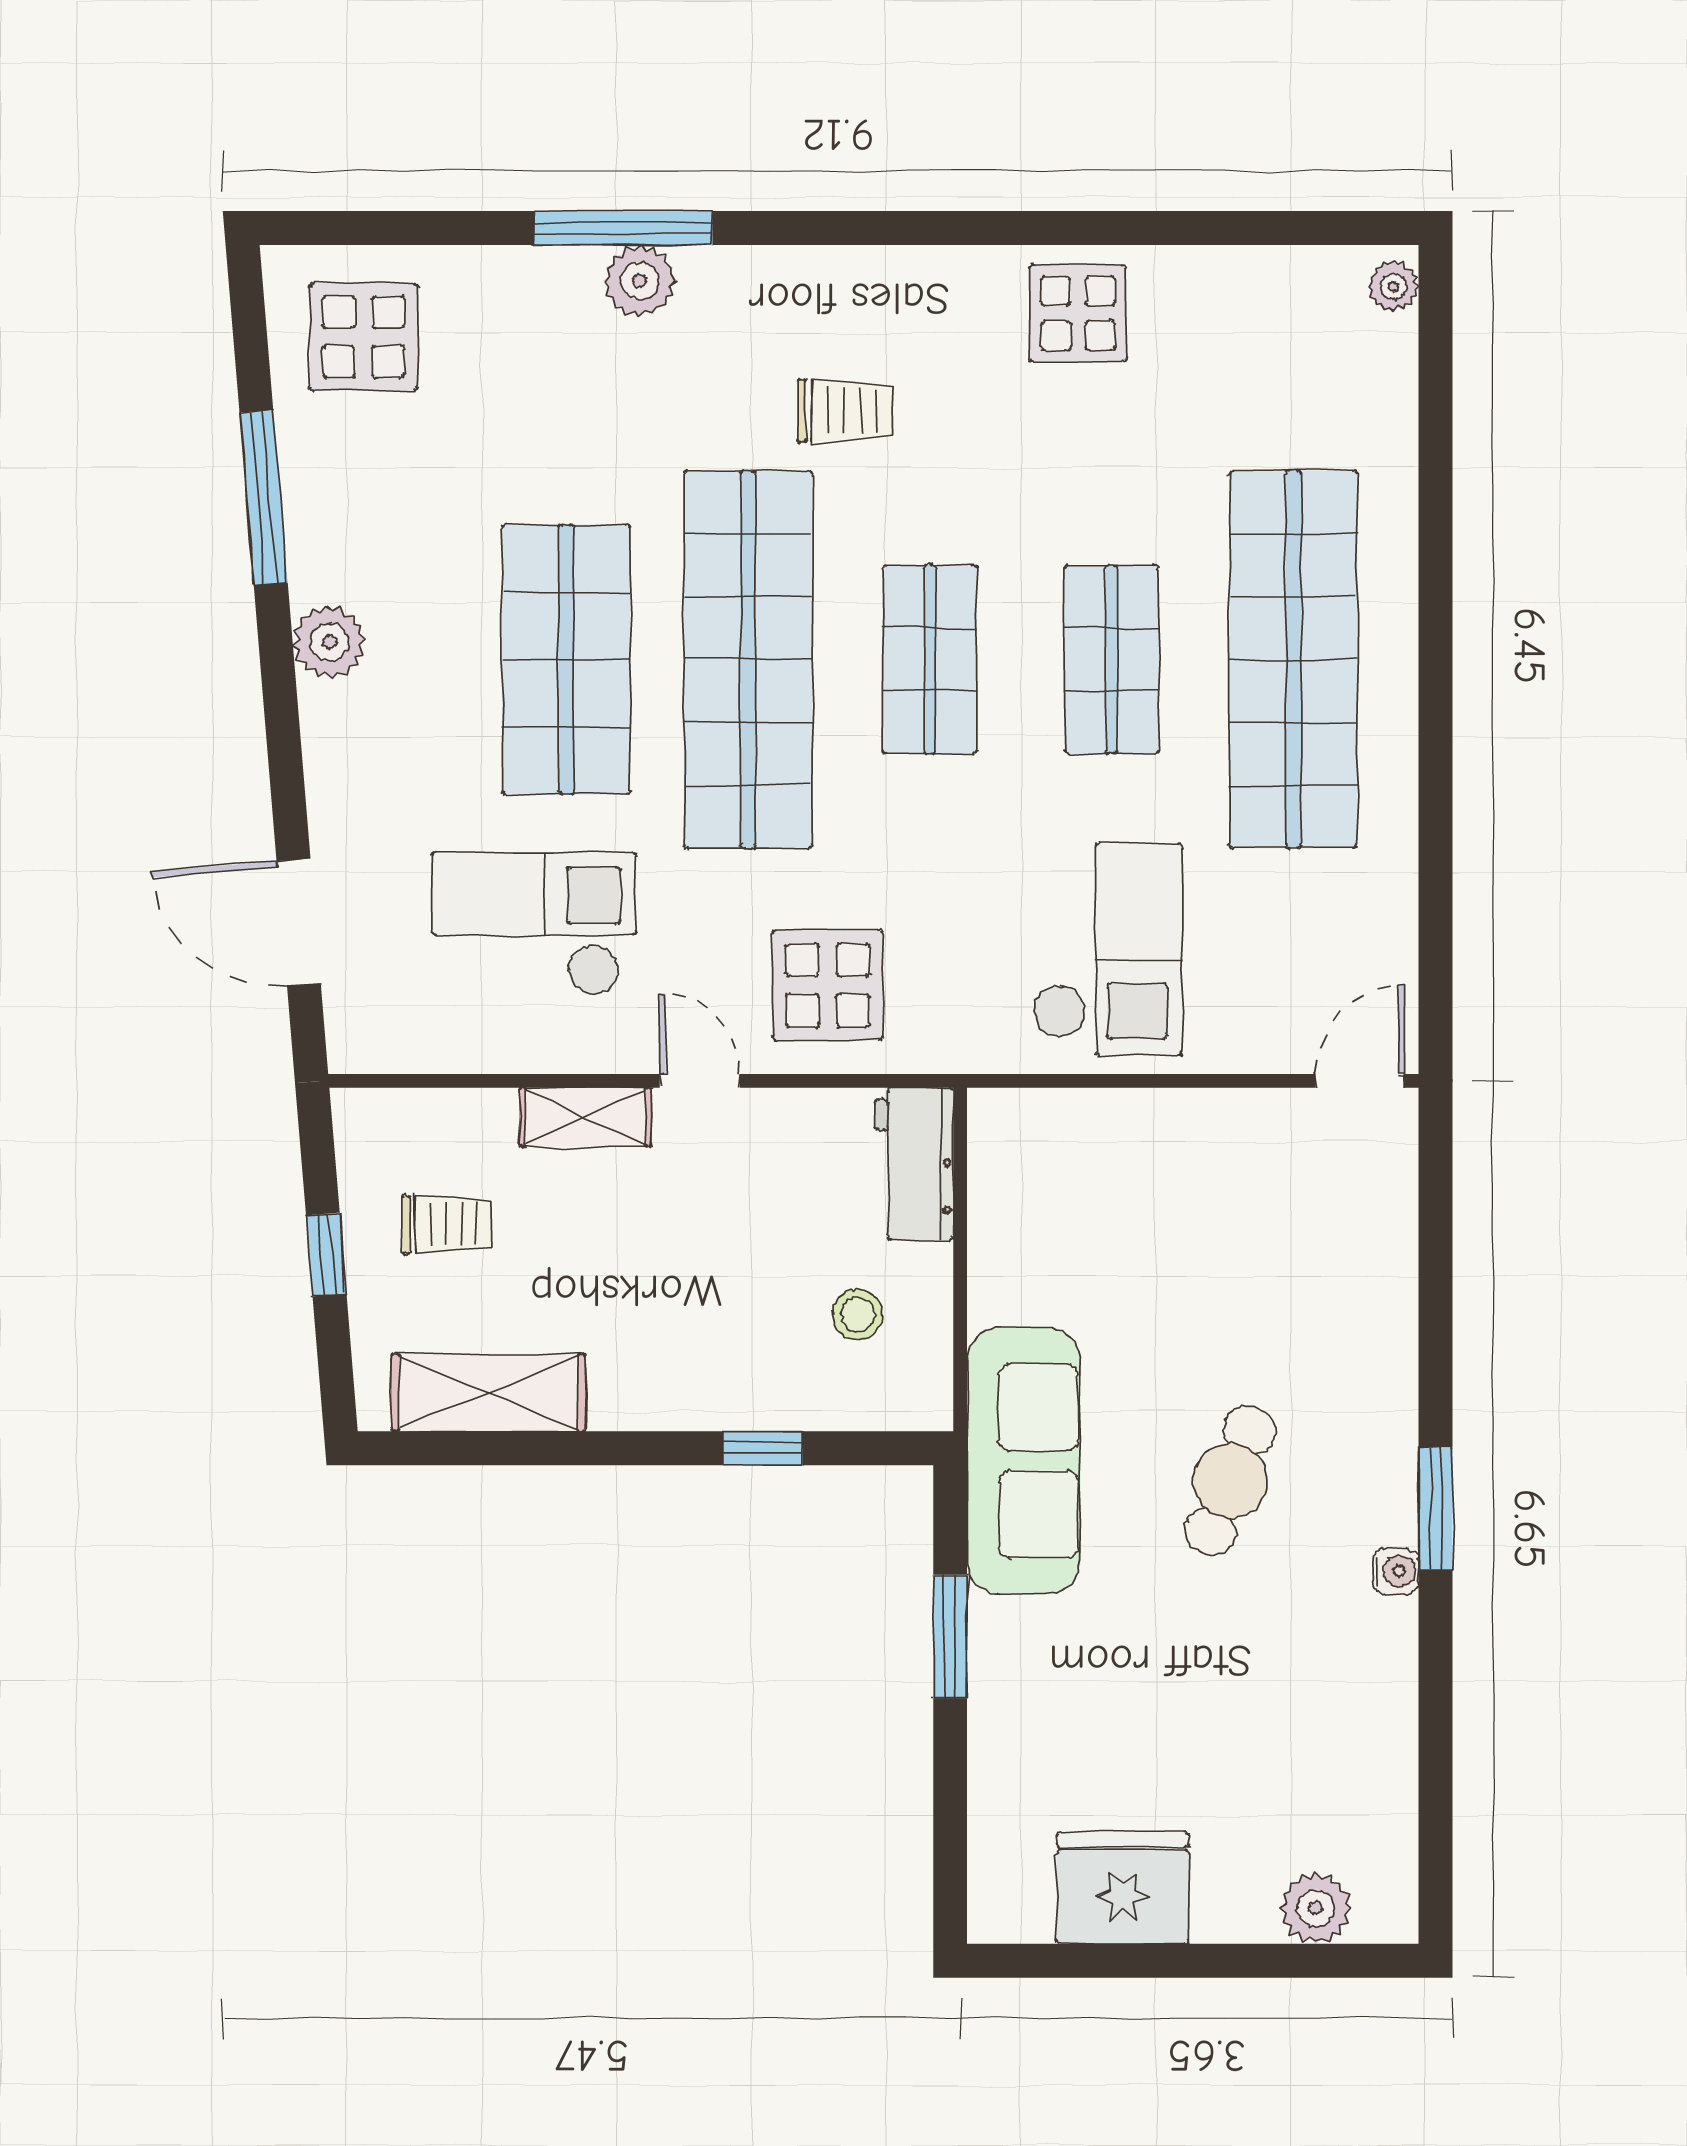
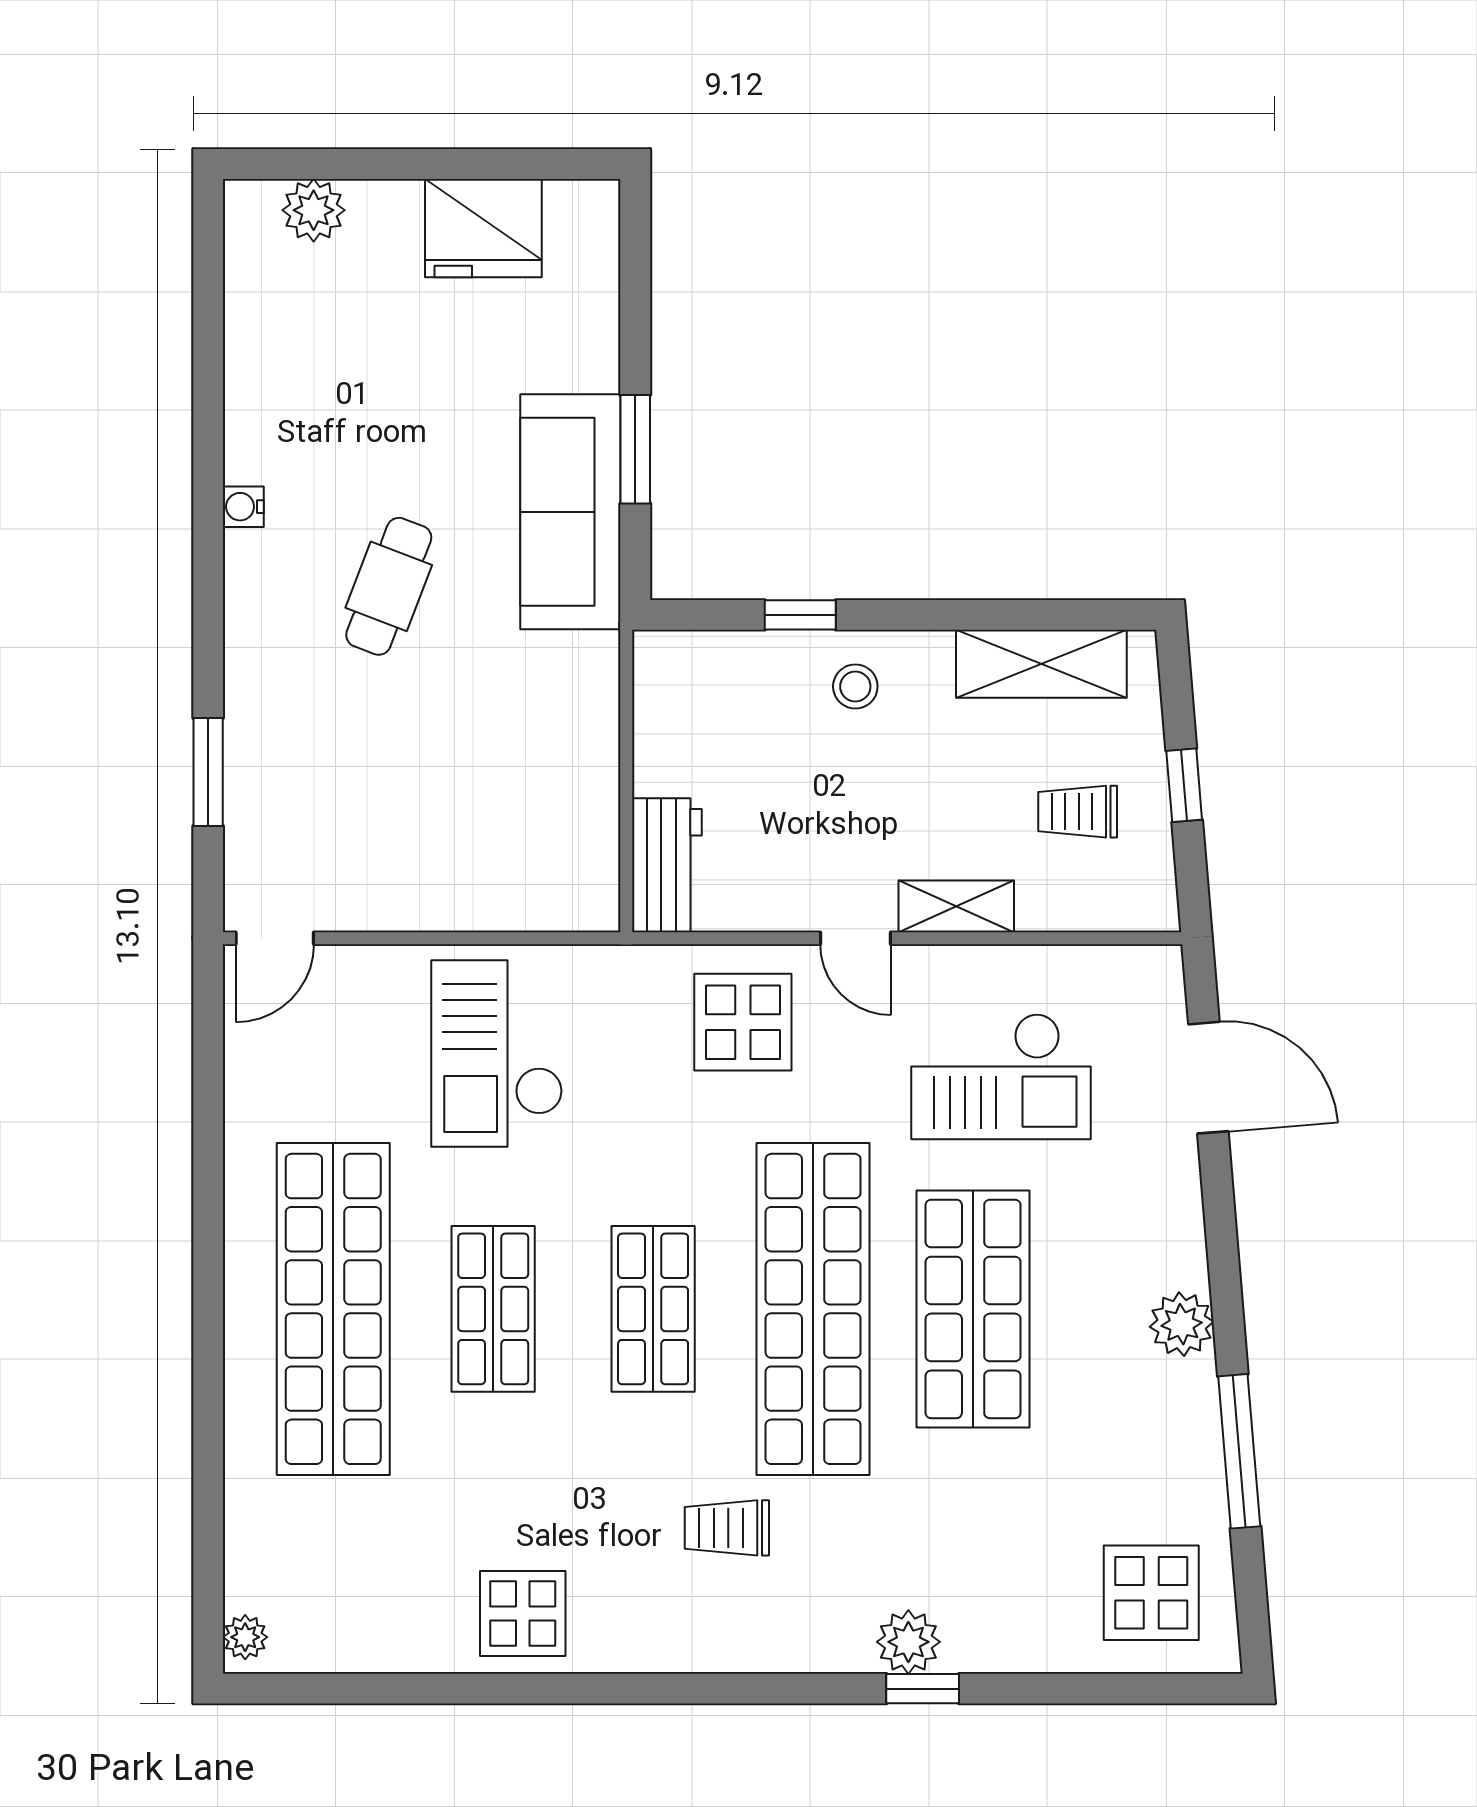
window: (623, 228) -> (923, 1689), width x0.46
stool: (858, 1314) -> (855, 686), moved
sofa: (1024, 1461) -> (570, 512), moved
window: (1436, 1509) -> (208, 772), moved

